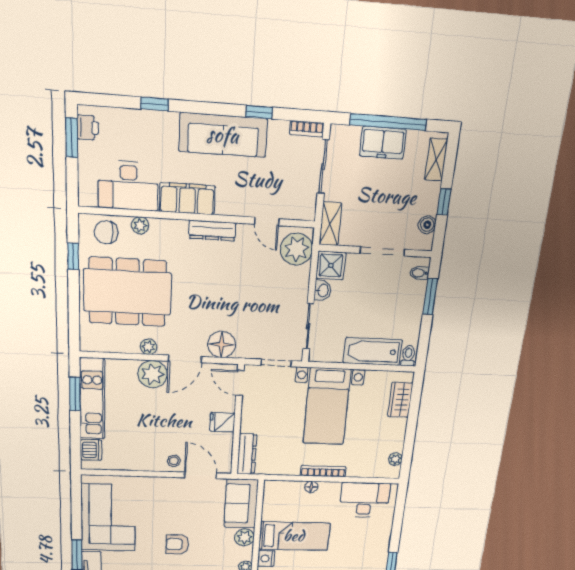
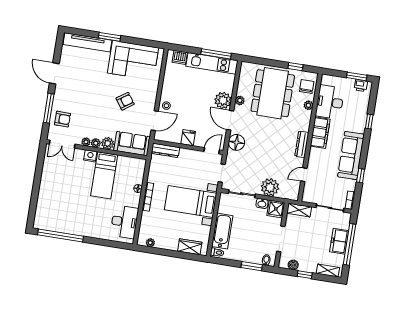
plant: (297, 249) -> (270, 187), moved
window: (75, 394) -> (216, 54), width x1.44
armchair: (177, 544) -> (125, 101), moved, turned 55
plant: (246, 553) -> (96, 143), added

